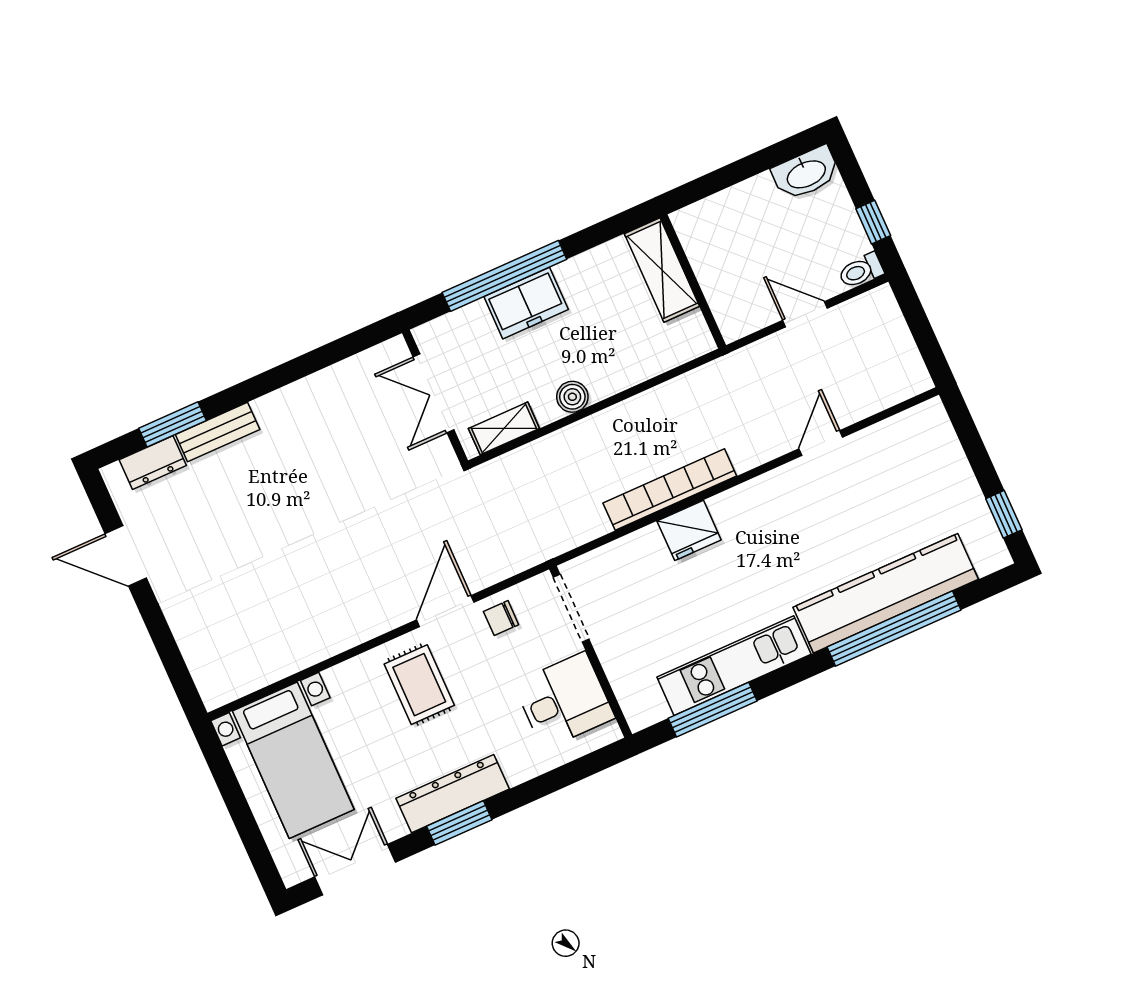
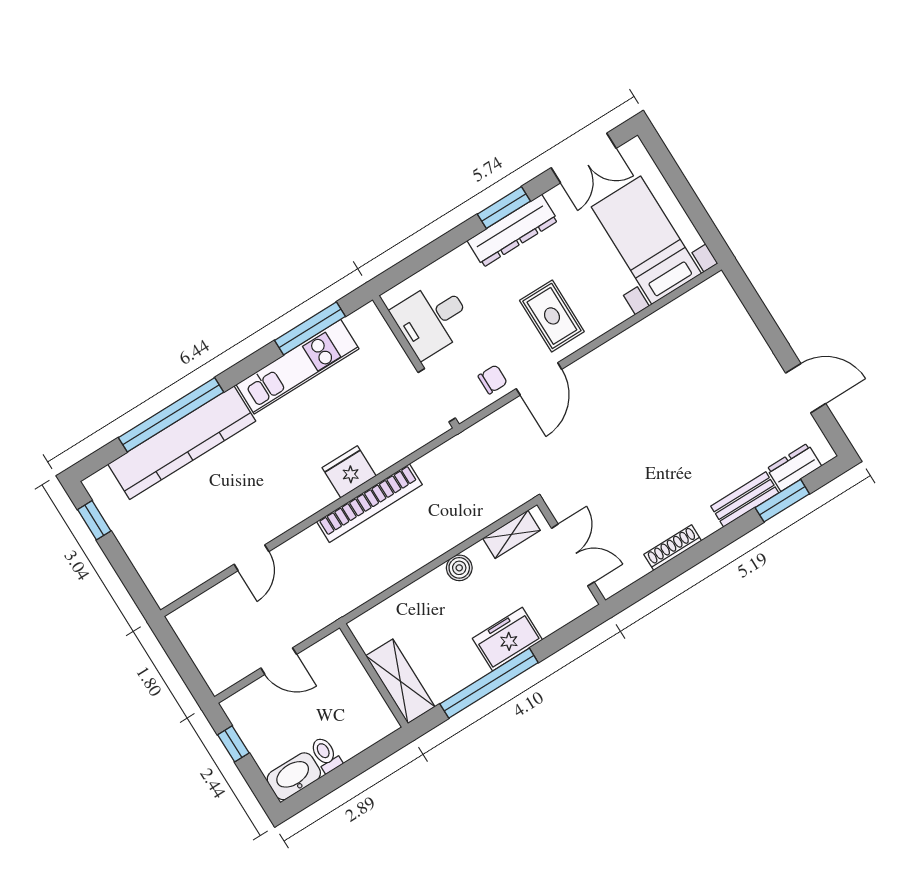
toilet: (861, 271) -> (326, 755), moved, turned -90
window: (504, 276) -> (489, 683), moved
shoe rack: (312, 386) -> (673, 548), added

